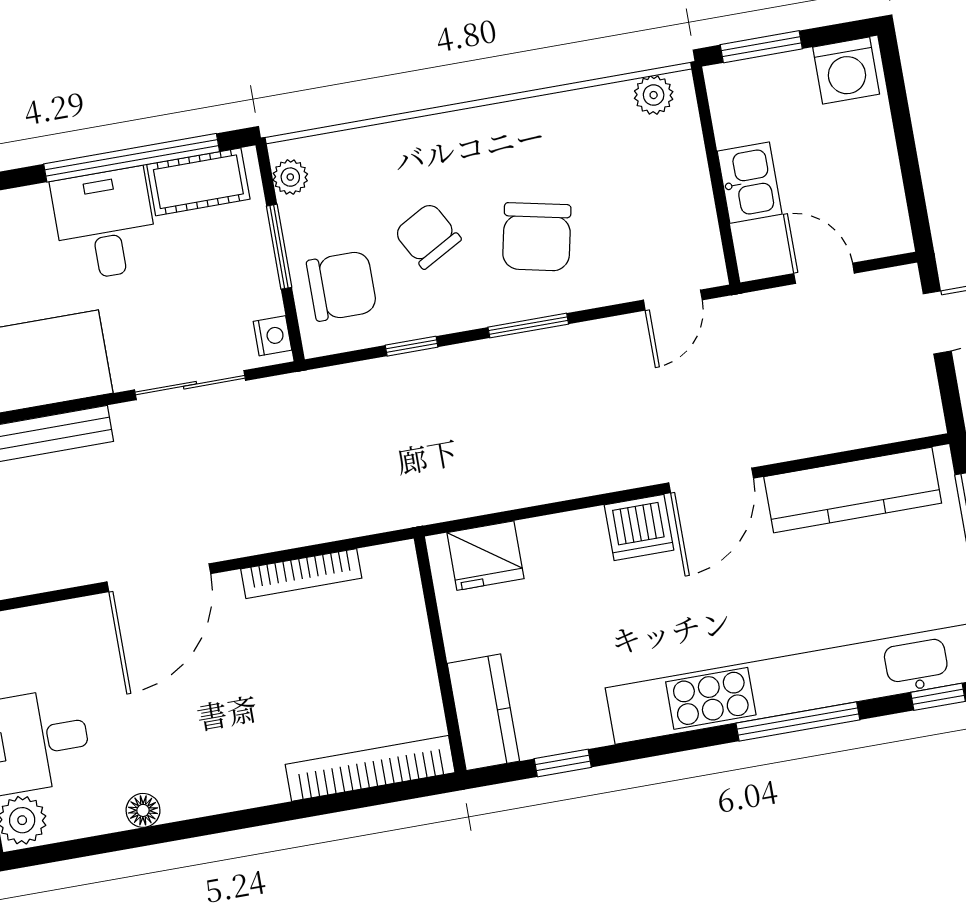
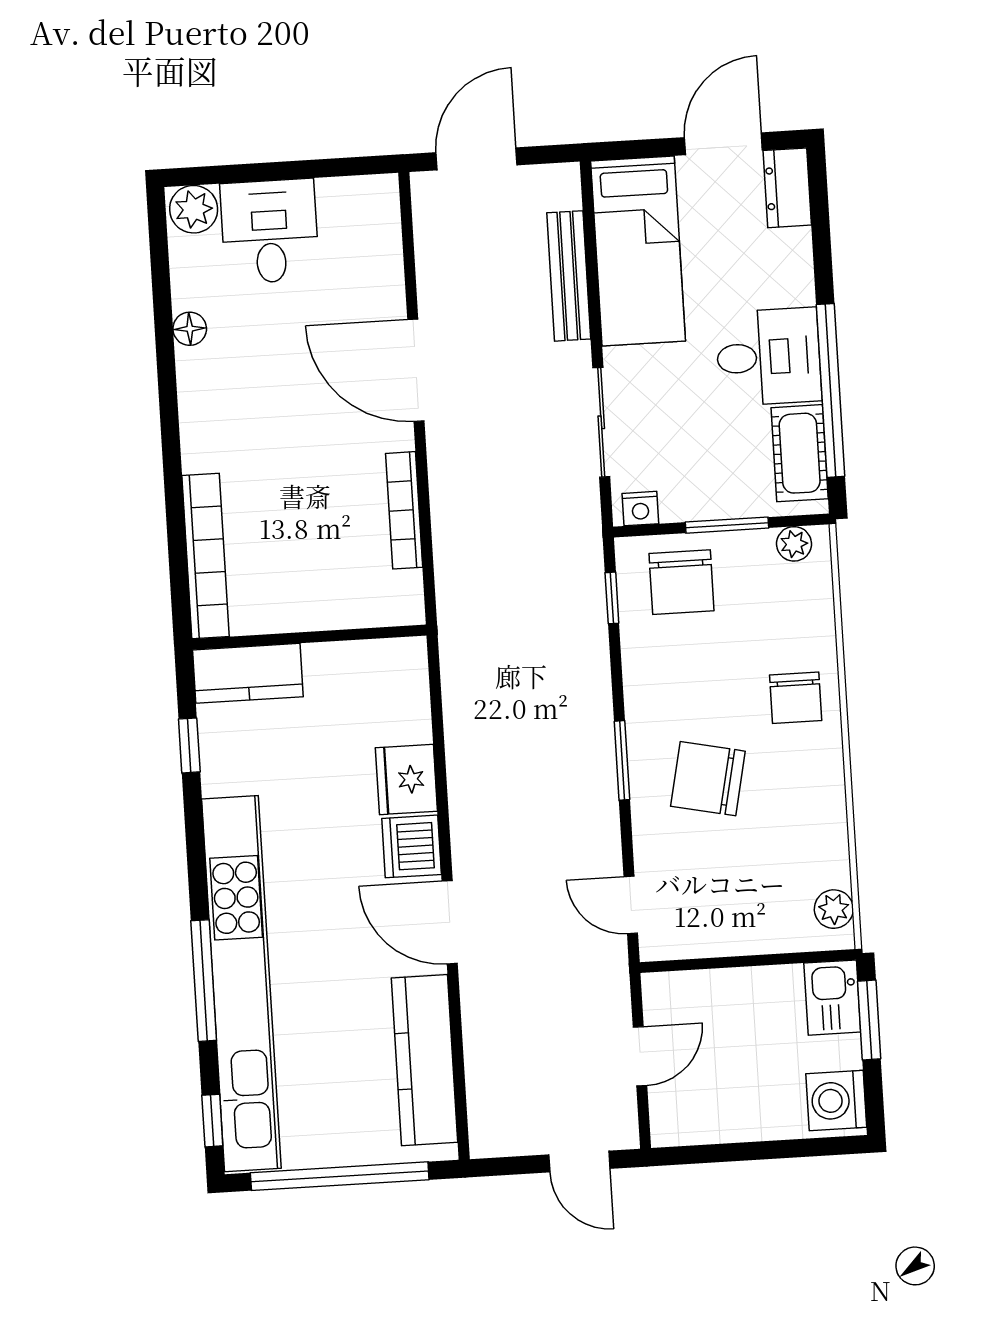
kitchen sink: (750, 183) -> (832, 998), moved, turned 90
chair: (428, 236) -> (796, 698), moved, turned 119
window: (412, 346) -> (612, 598), moved
fridge: (485, 556) -> (406, 779), moved

